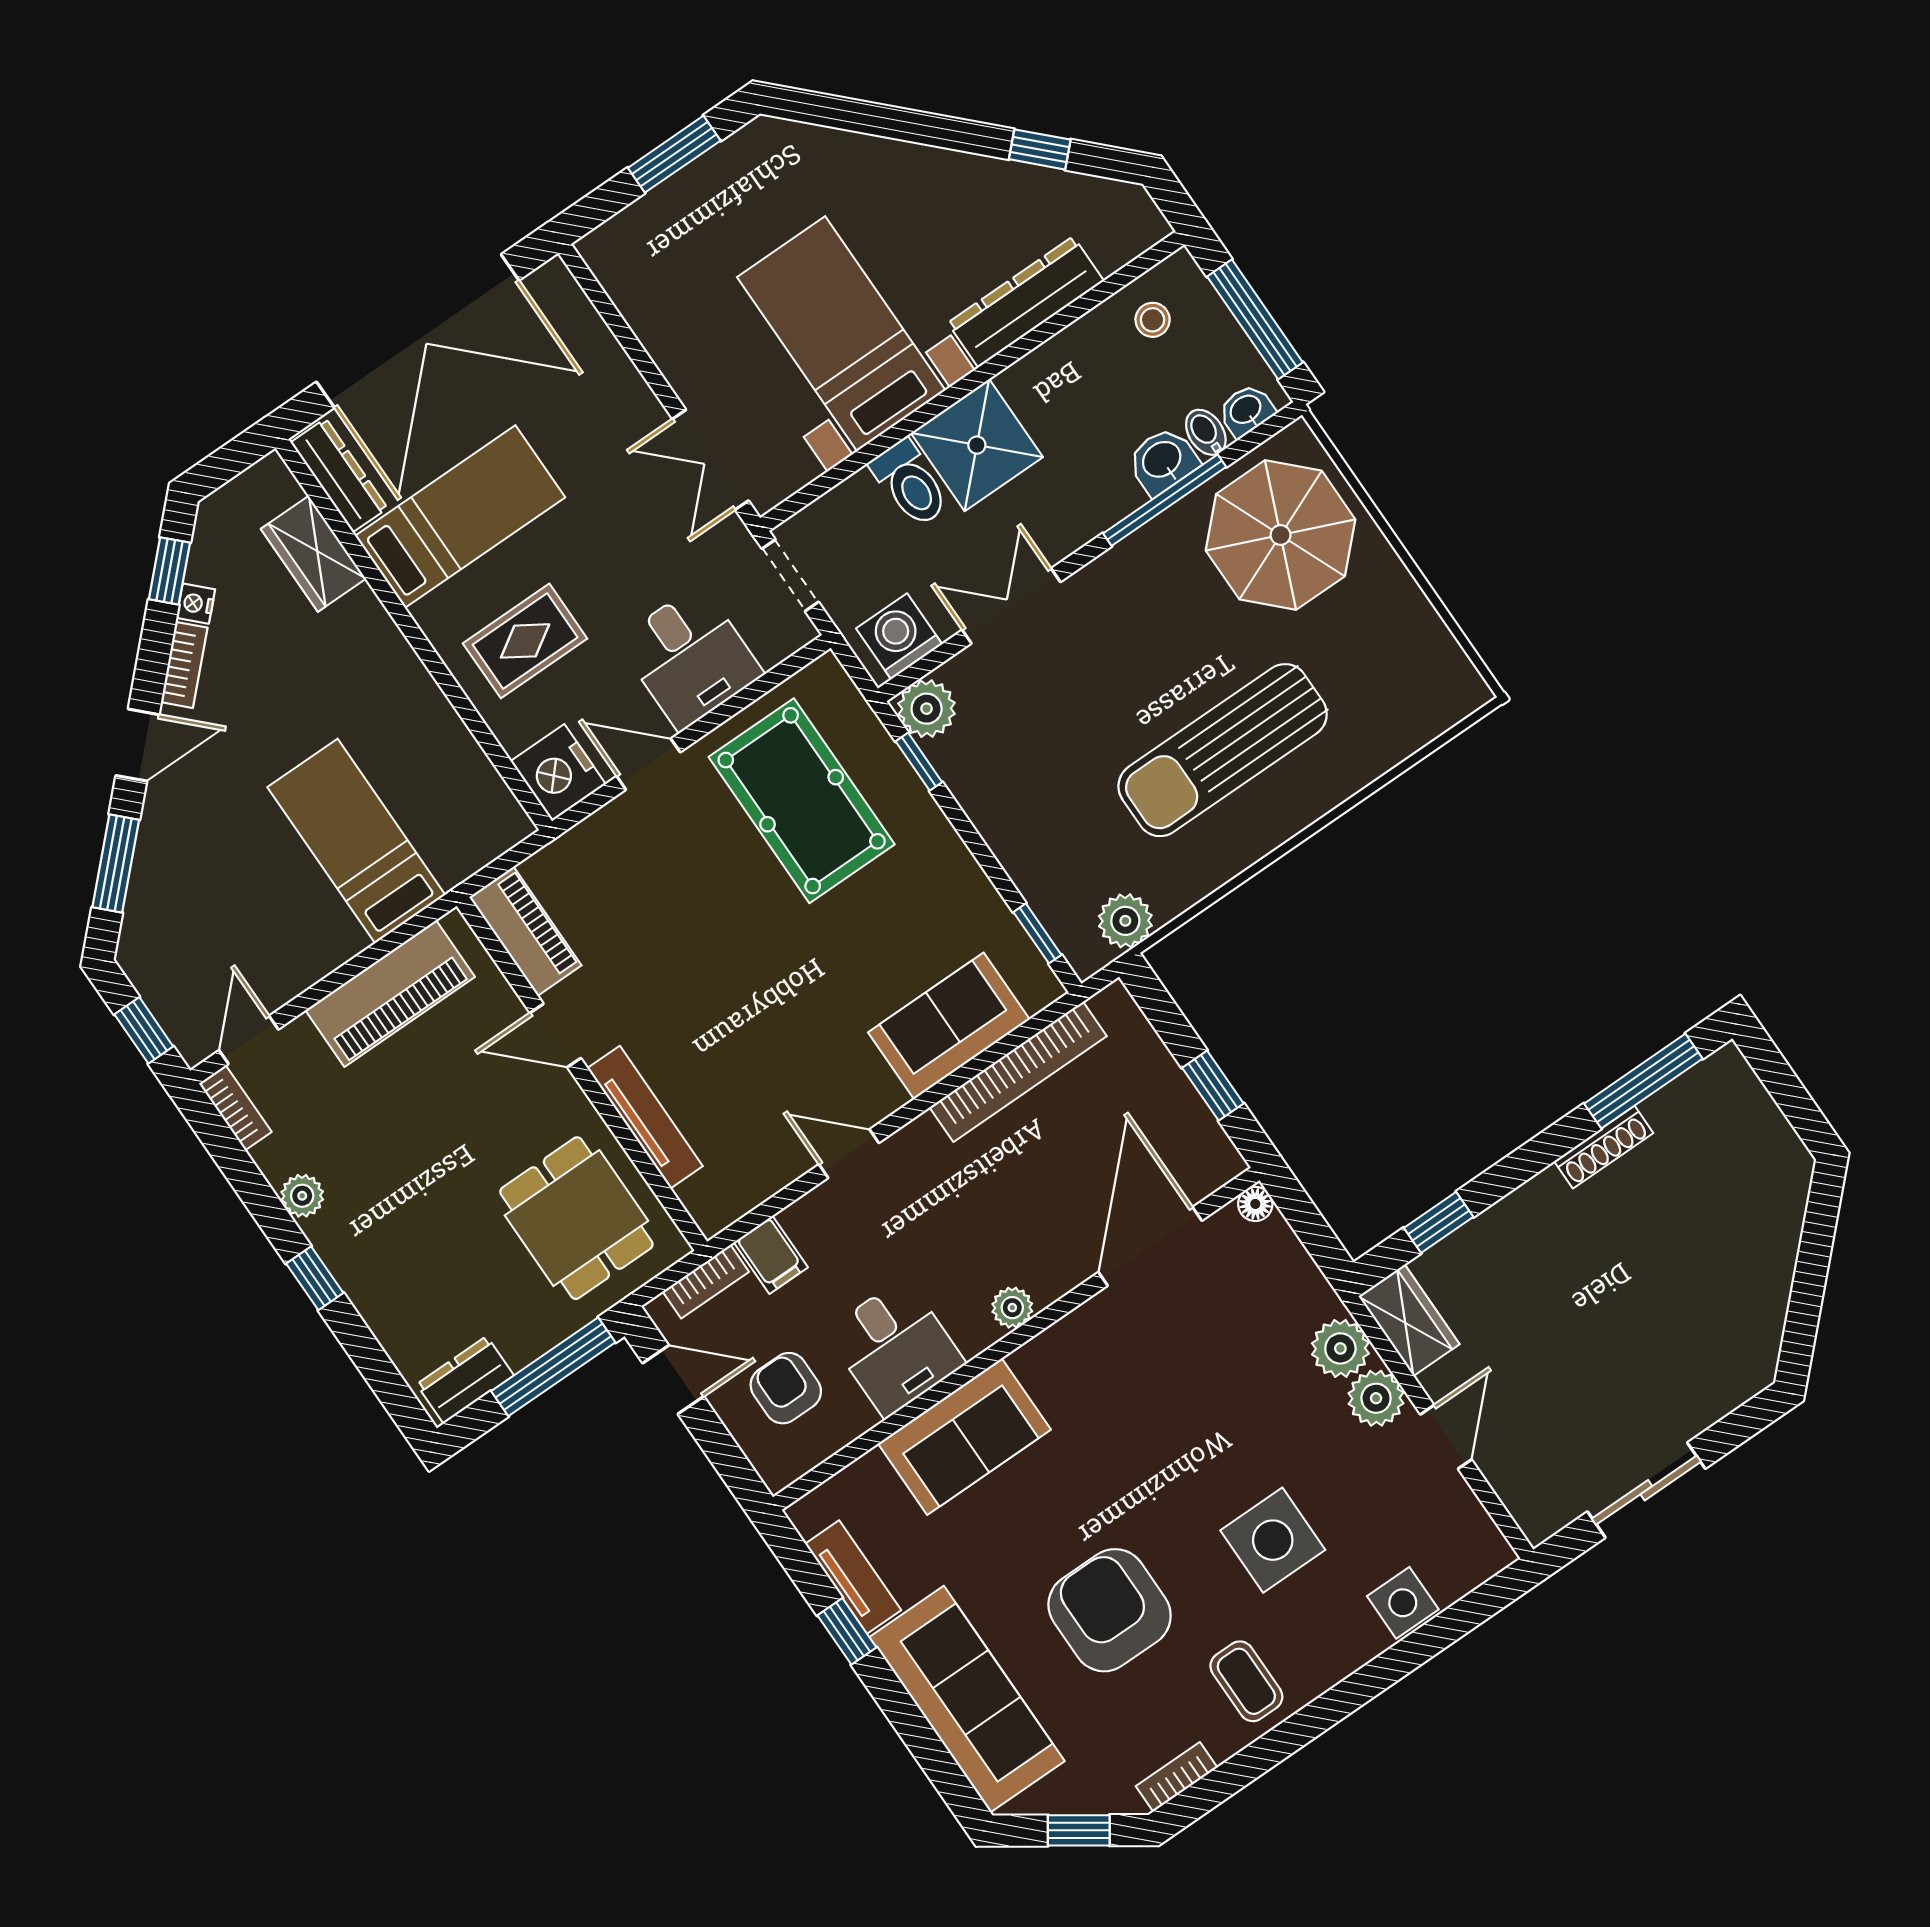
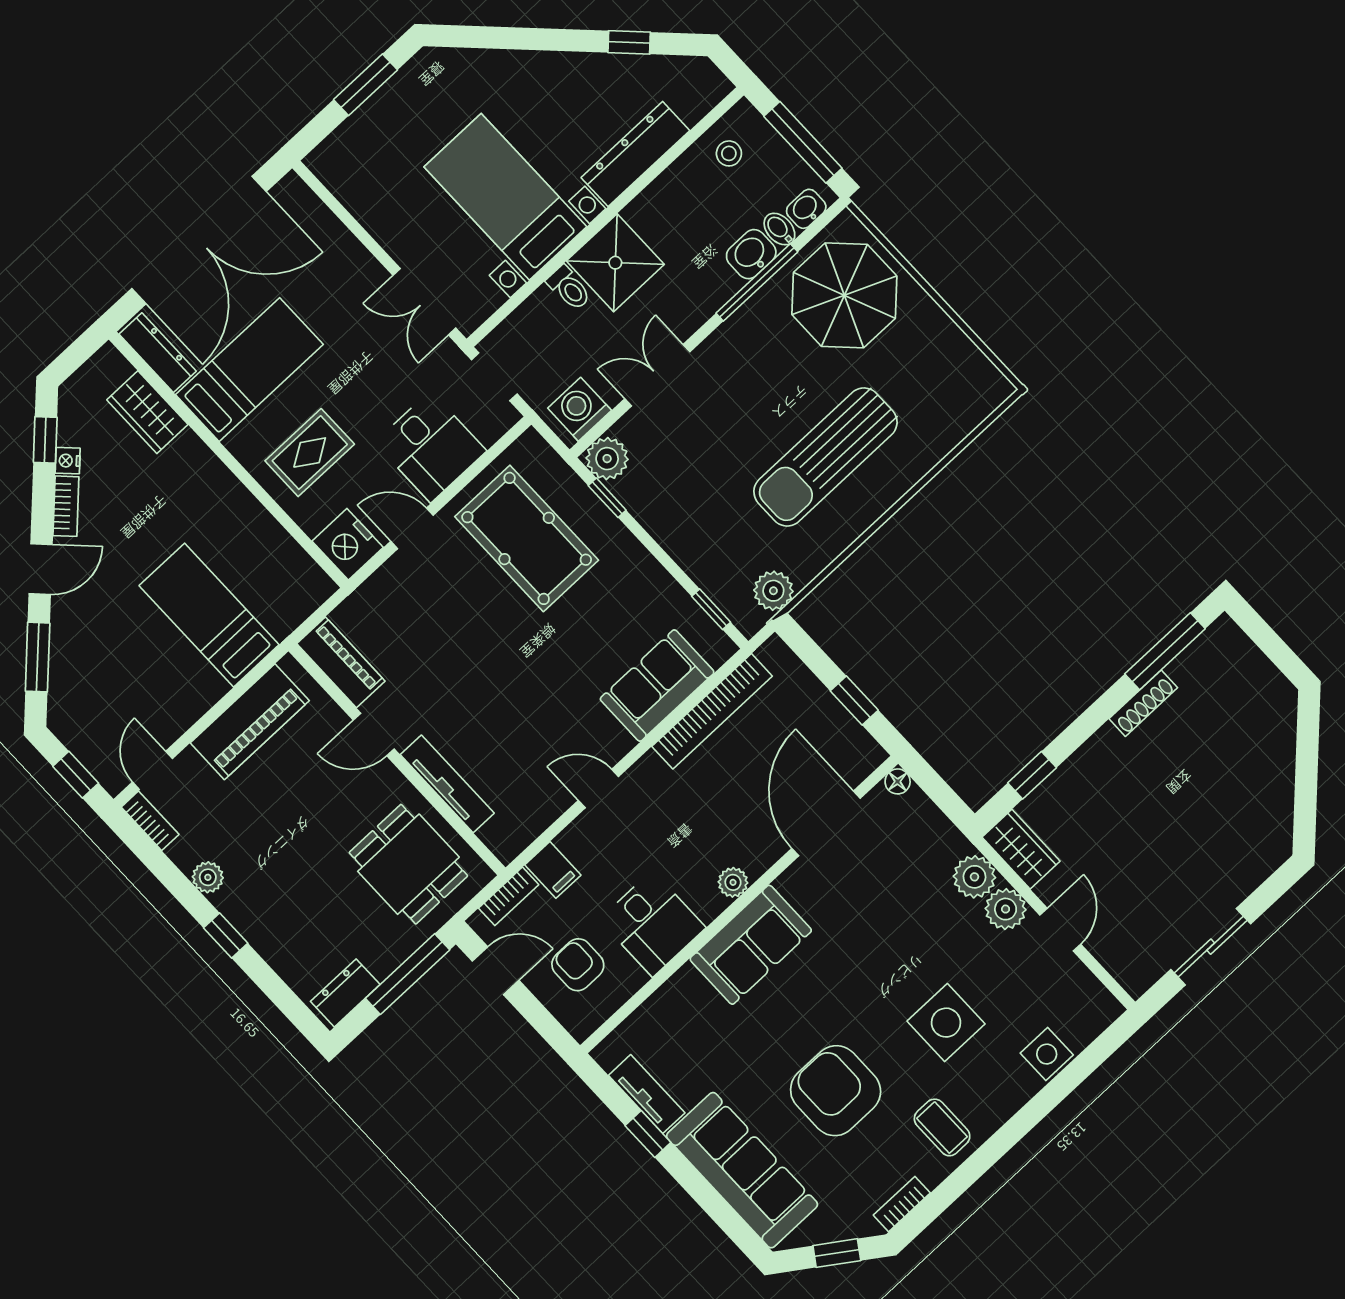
toilet: (910, 483) -> (569, 288), width x0.73, depth x0.72
sofa: (964, 1437) -> (751, 945), moved

